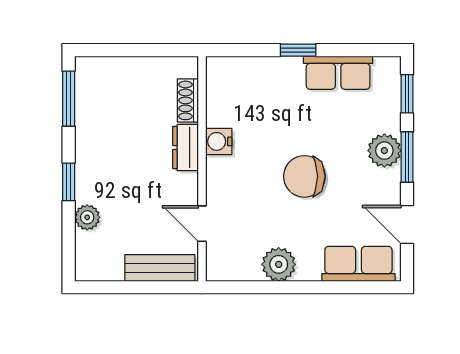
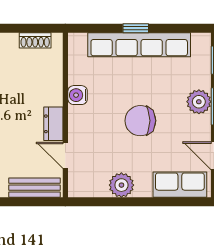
row of seats: (338, 73) -> (139, 45), width x2.02
shoe rack: (188, 100) -> (35, 40), moved, turned -90
dresser: (186, 147) -> (53, 124), moved

